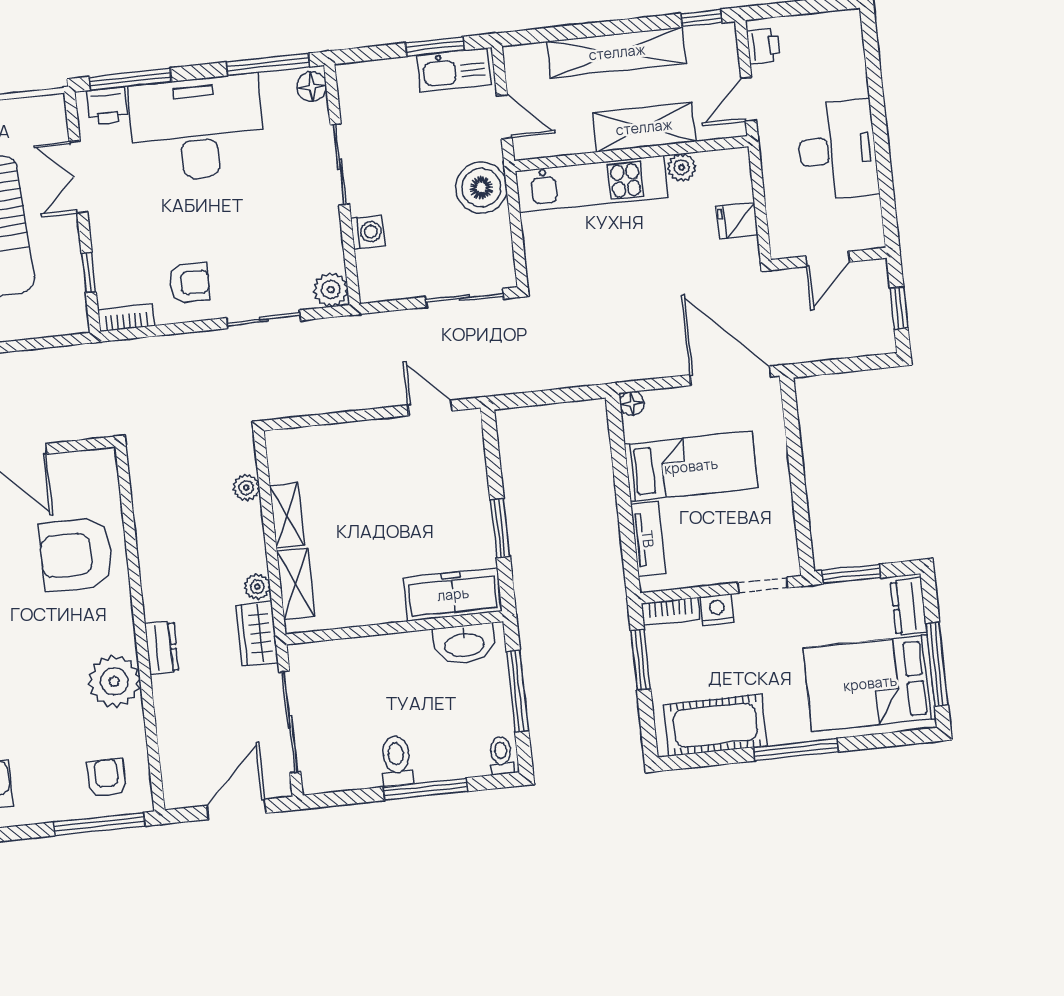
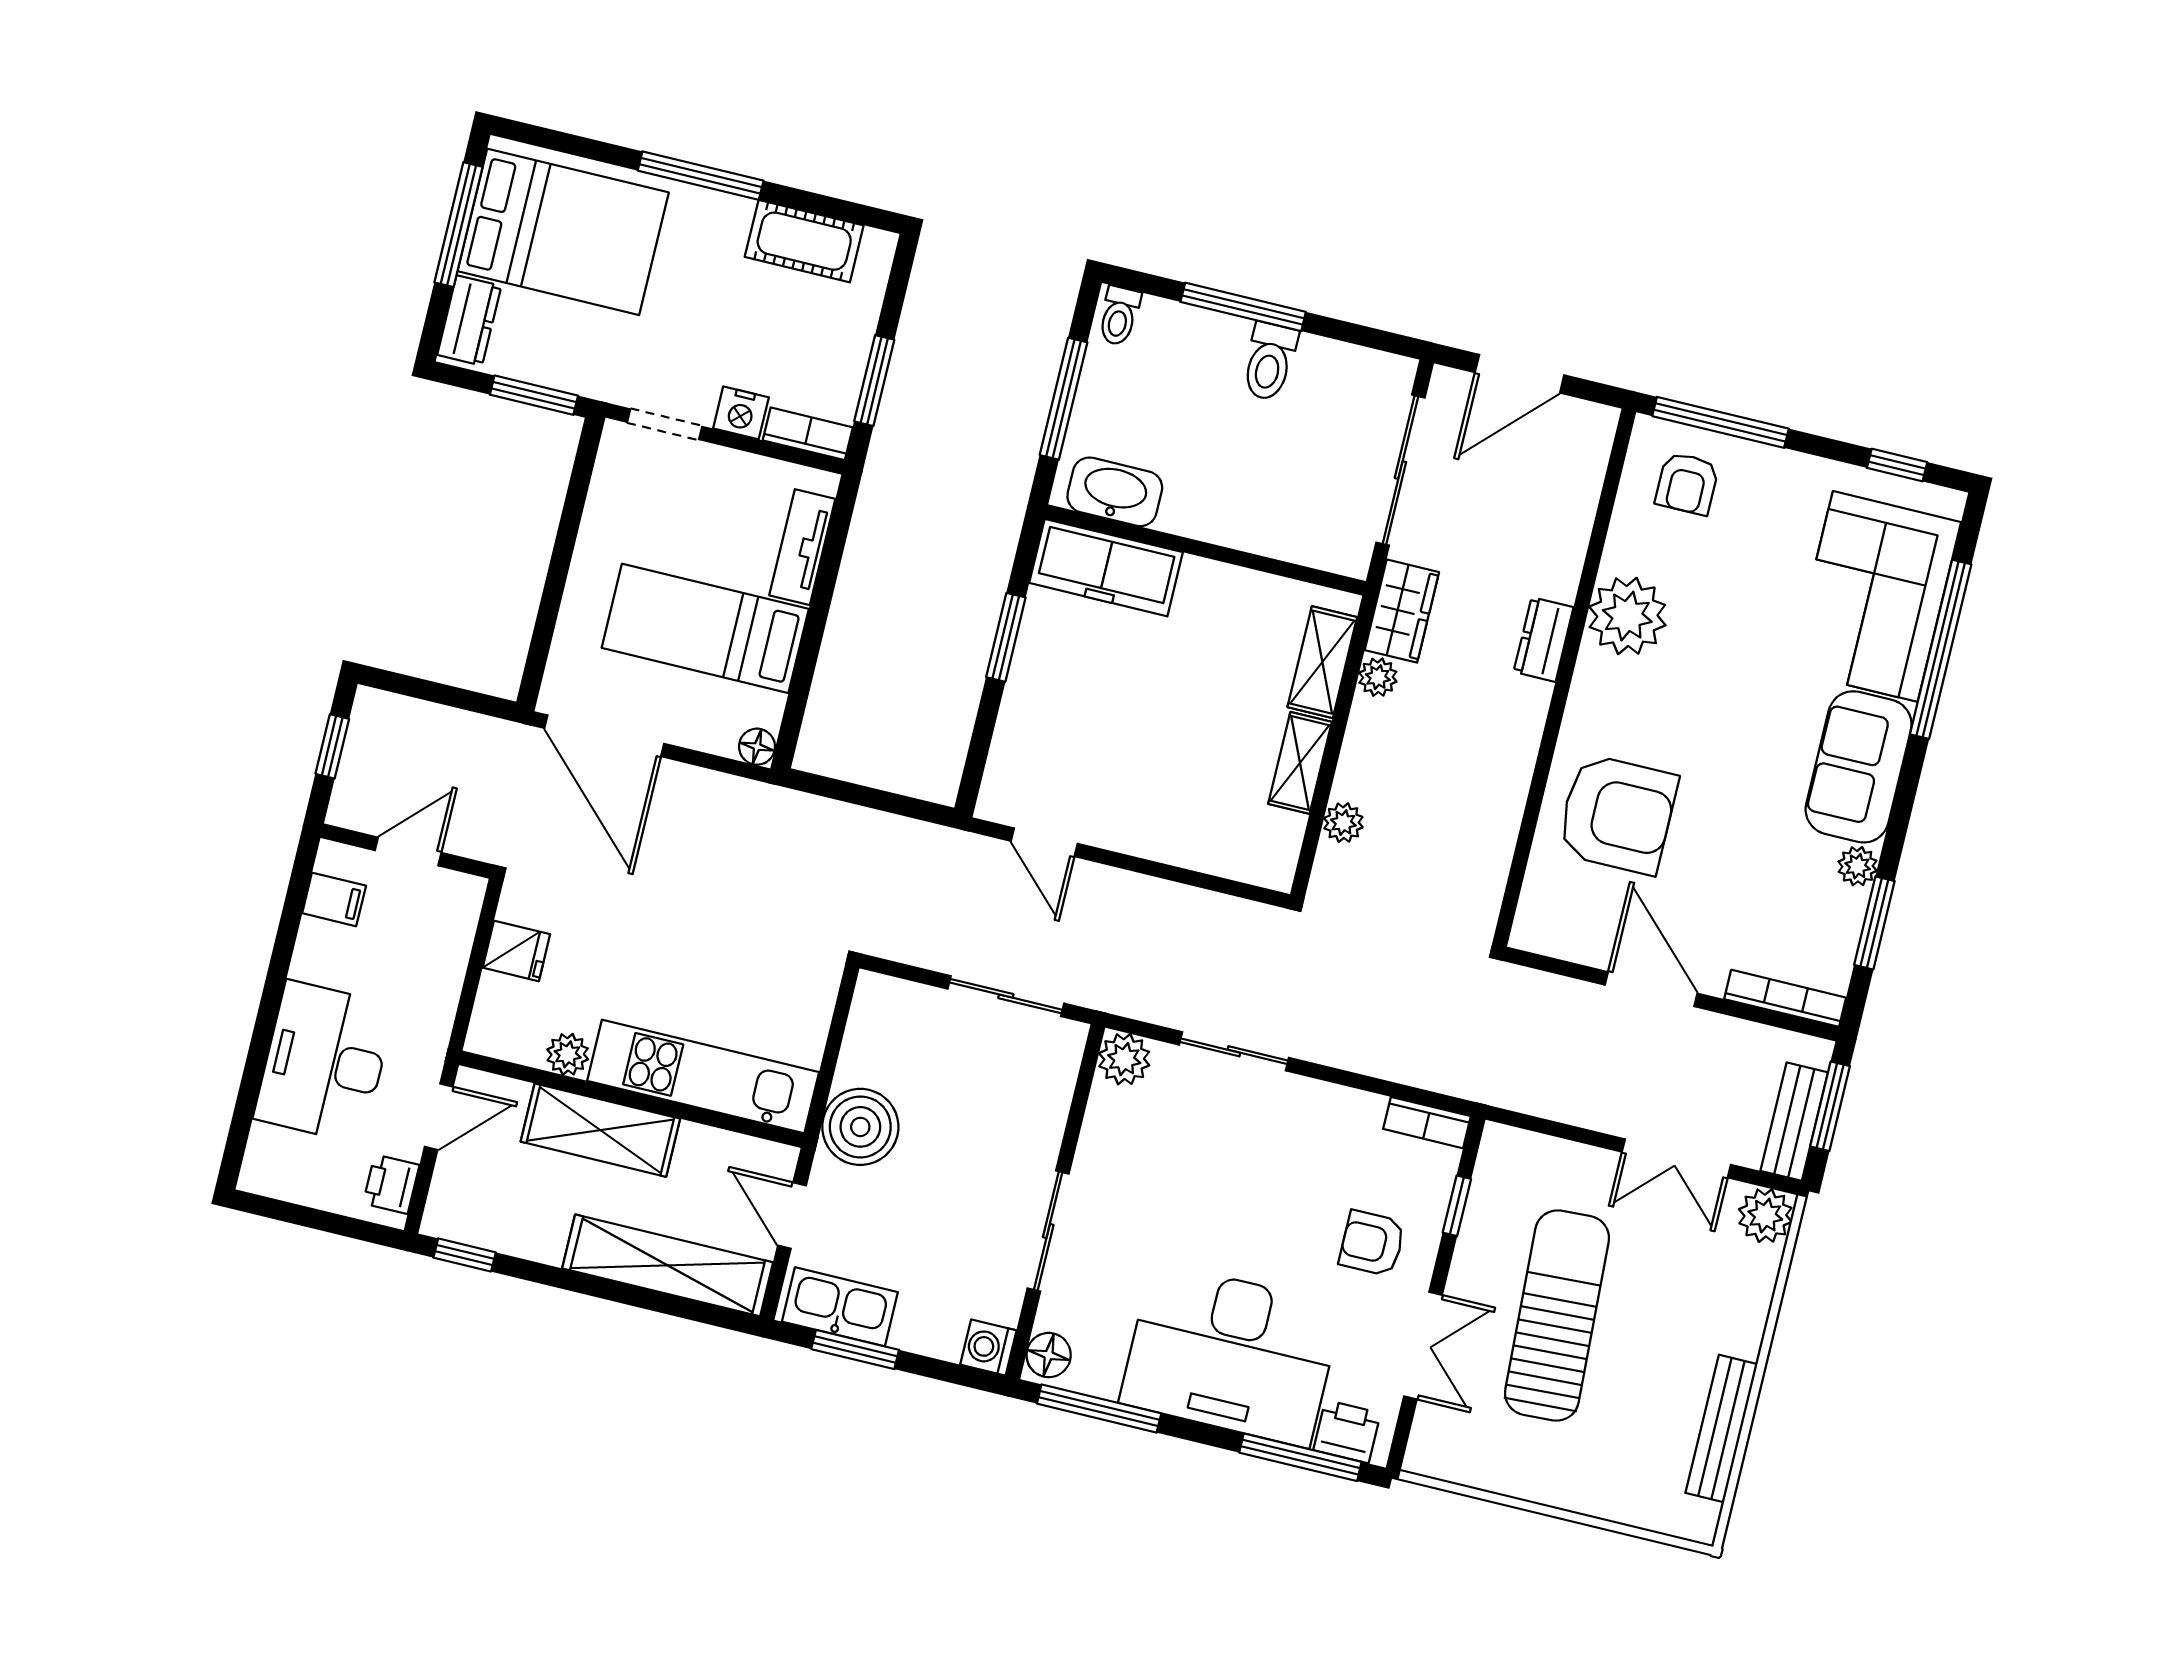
shelving: (617, 52) -> (668, 1265), moved
desk: (837, 150) -> (324, 1062), moved
filing cabinet: (863, 212) -> (334, 899), added
washing machine: (368, 232) -> (988, 1348), moved
armchair: (189, 283) -> (1372, 1243), moved
sliding door: (464, 298) -> (1006, 996), moved
cot: (715, 725) -> (804, 241), width x0.73, depth x0.75

